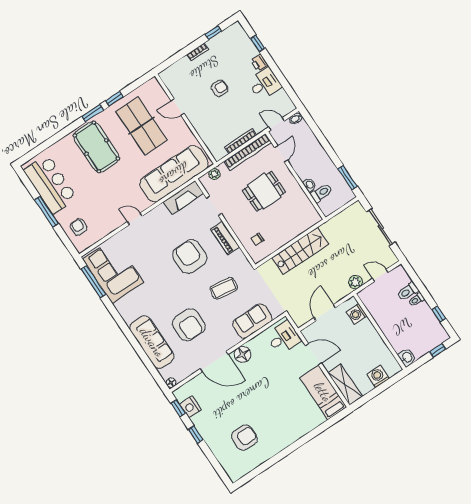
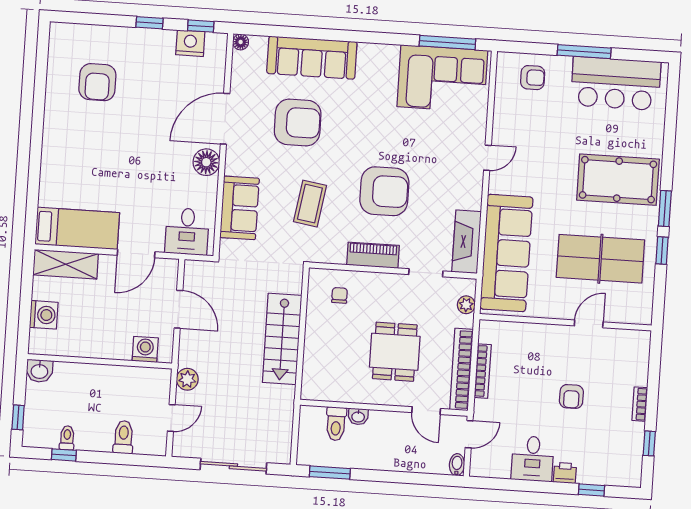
toilet: (417, 300) -> (67, 438), moved
armchair: (189, 325) -> (298, 123), turned 180

